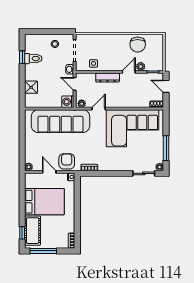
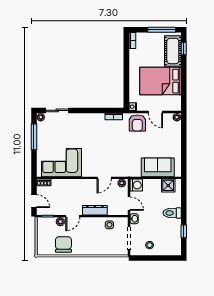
toilet: (33, 59) -> (172, 213), moved
shower: (31, 87) -> (168, 185), moved
sofa: (60, 121) -> (158, 167), width x0.54, depth x0.79
corner sofa: (133, 128) -> (62, 163), width x0.73, depth x0.74

